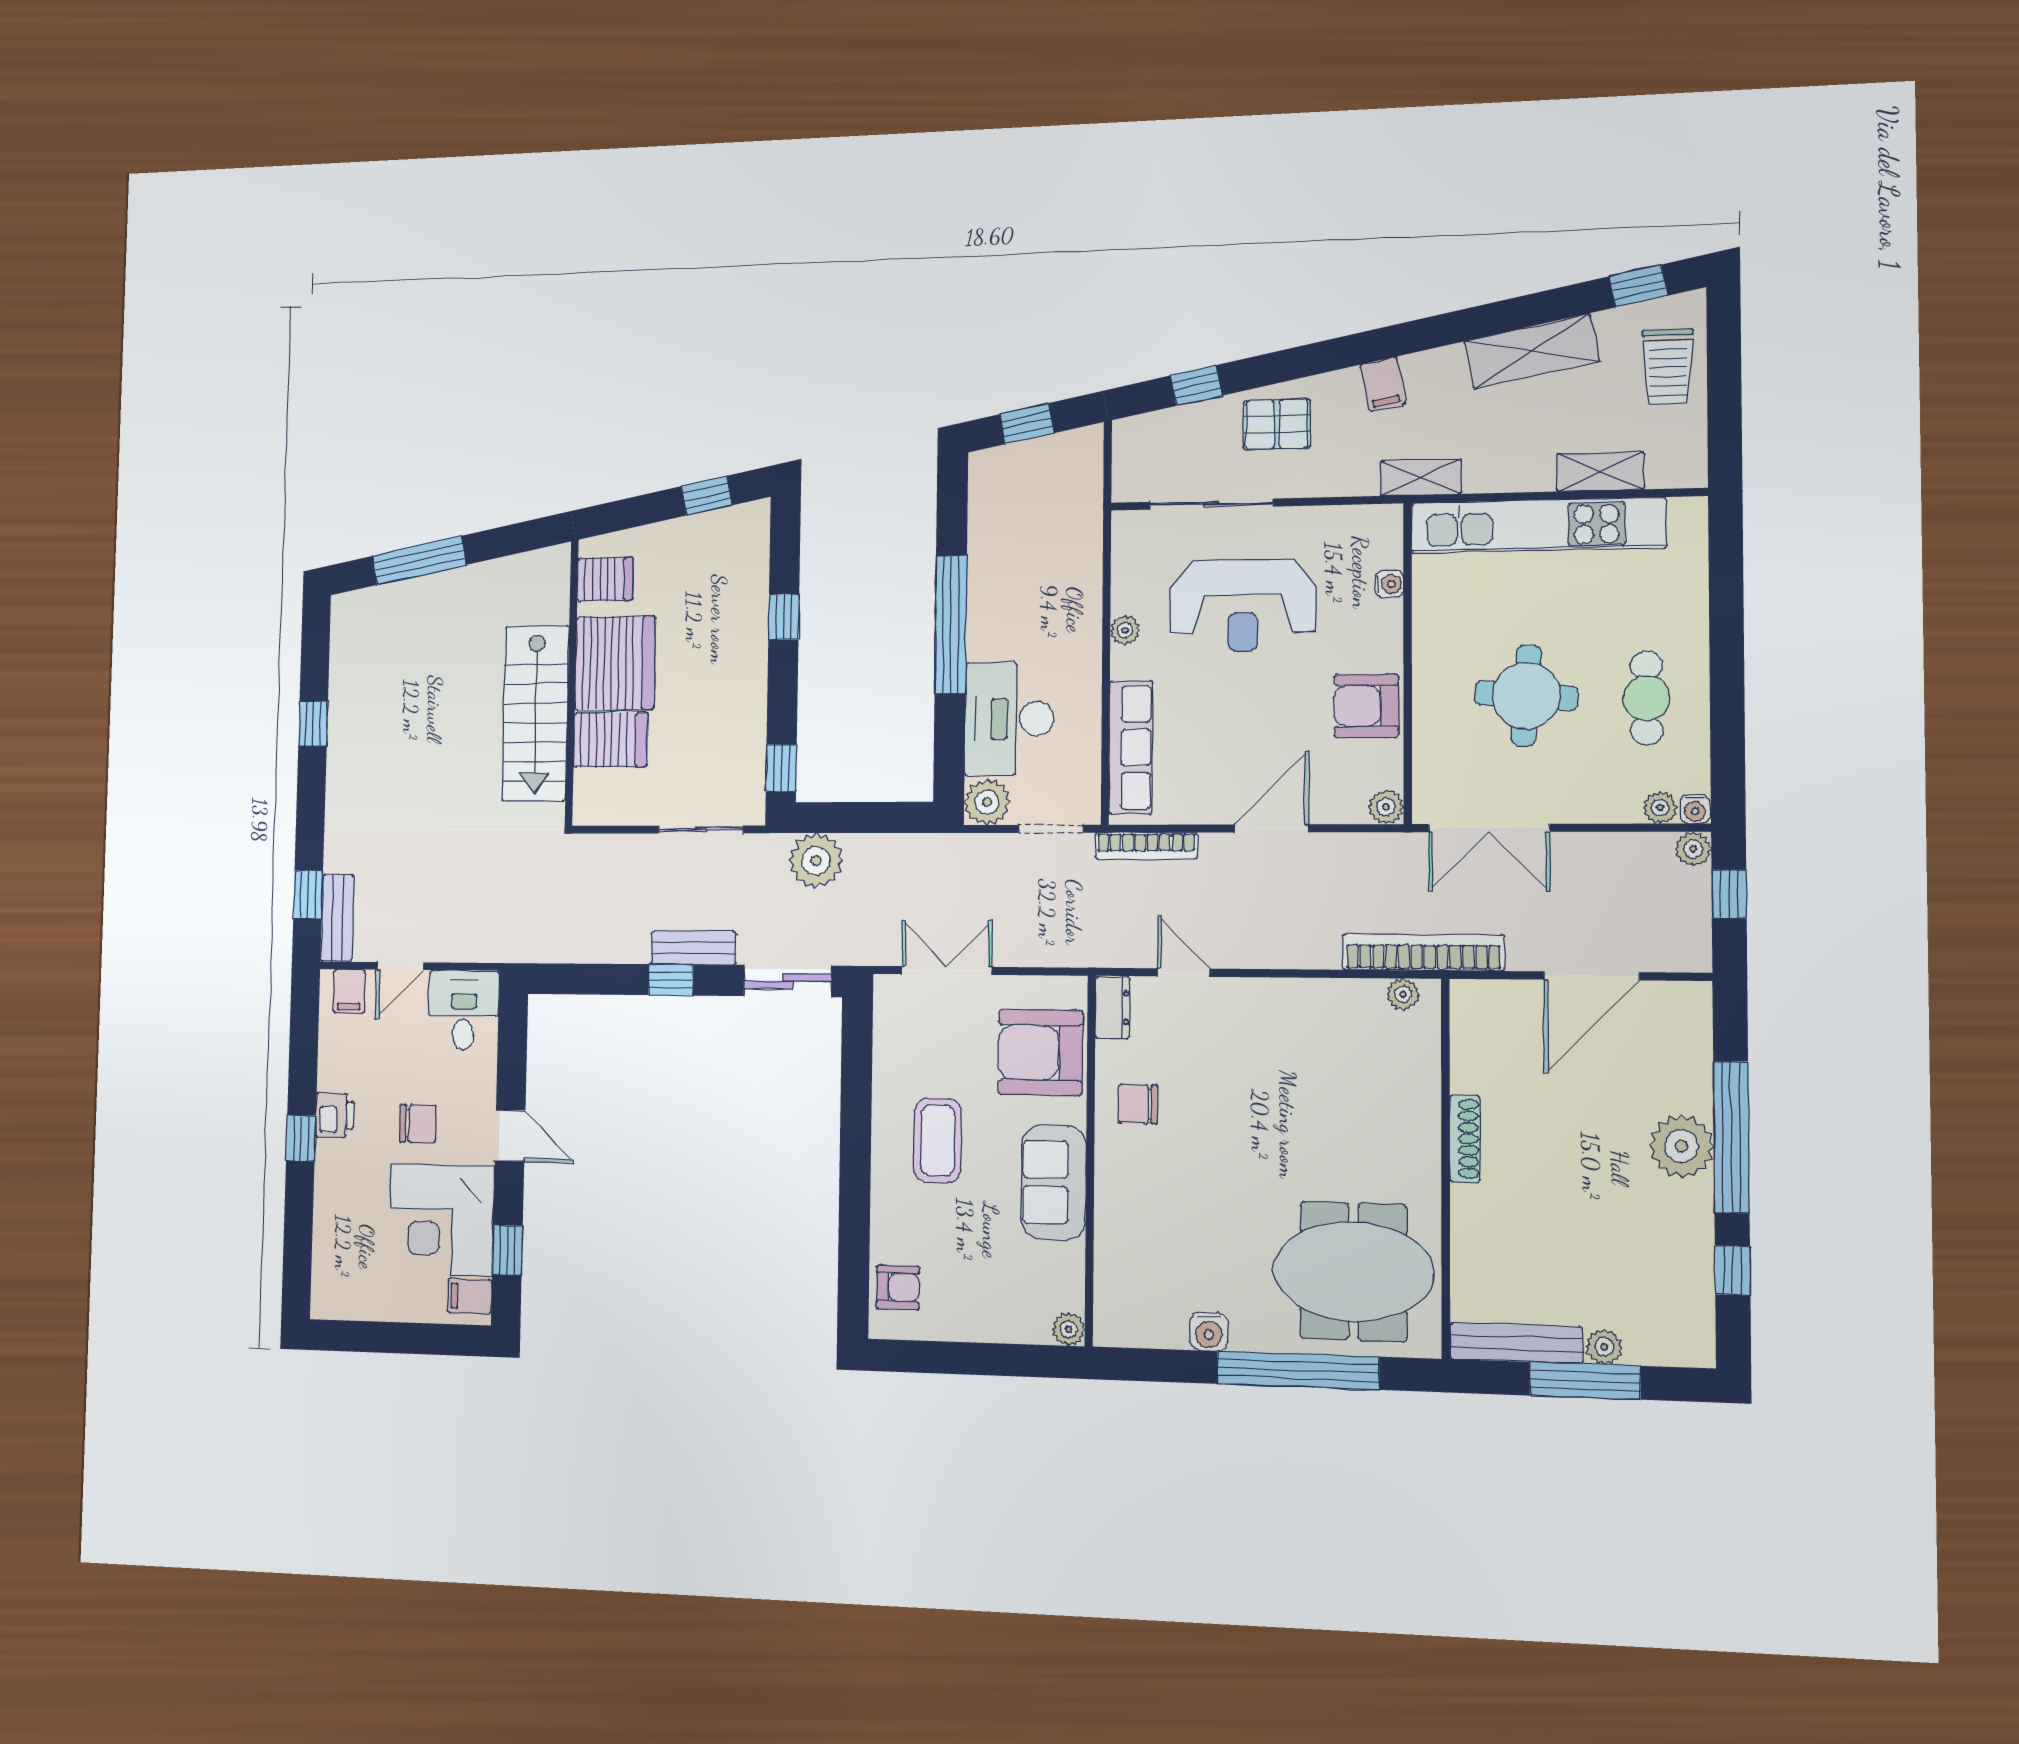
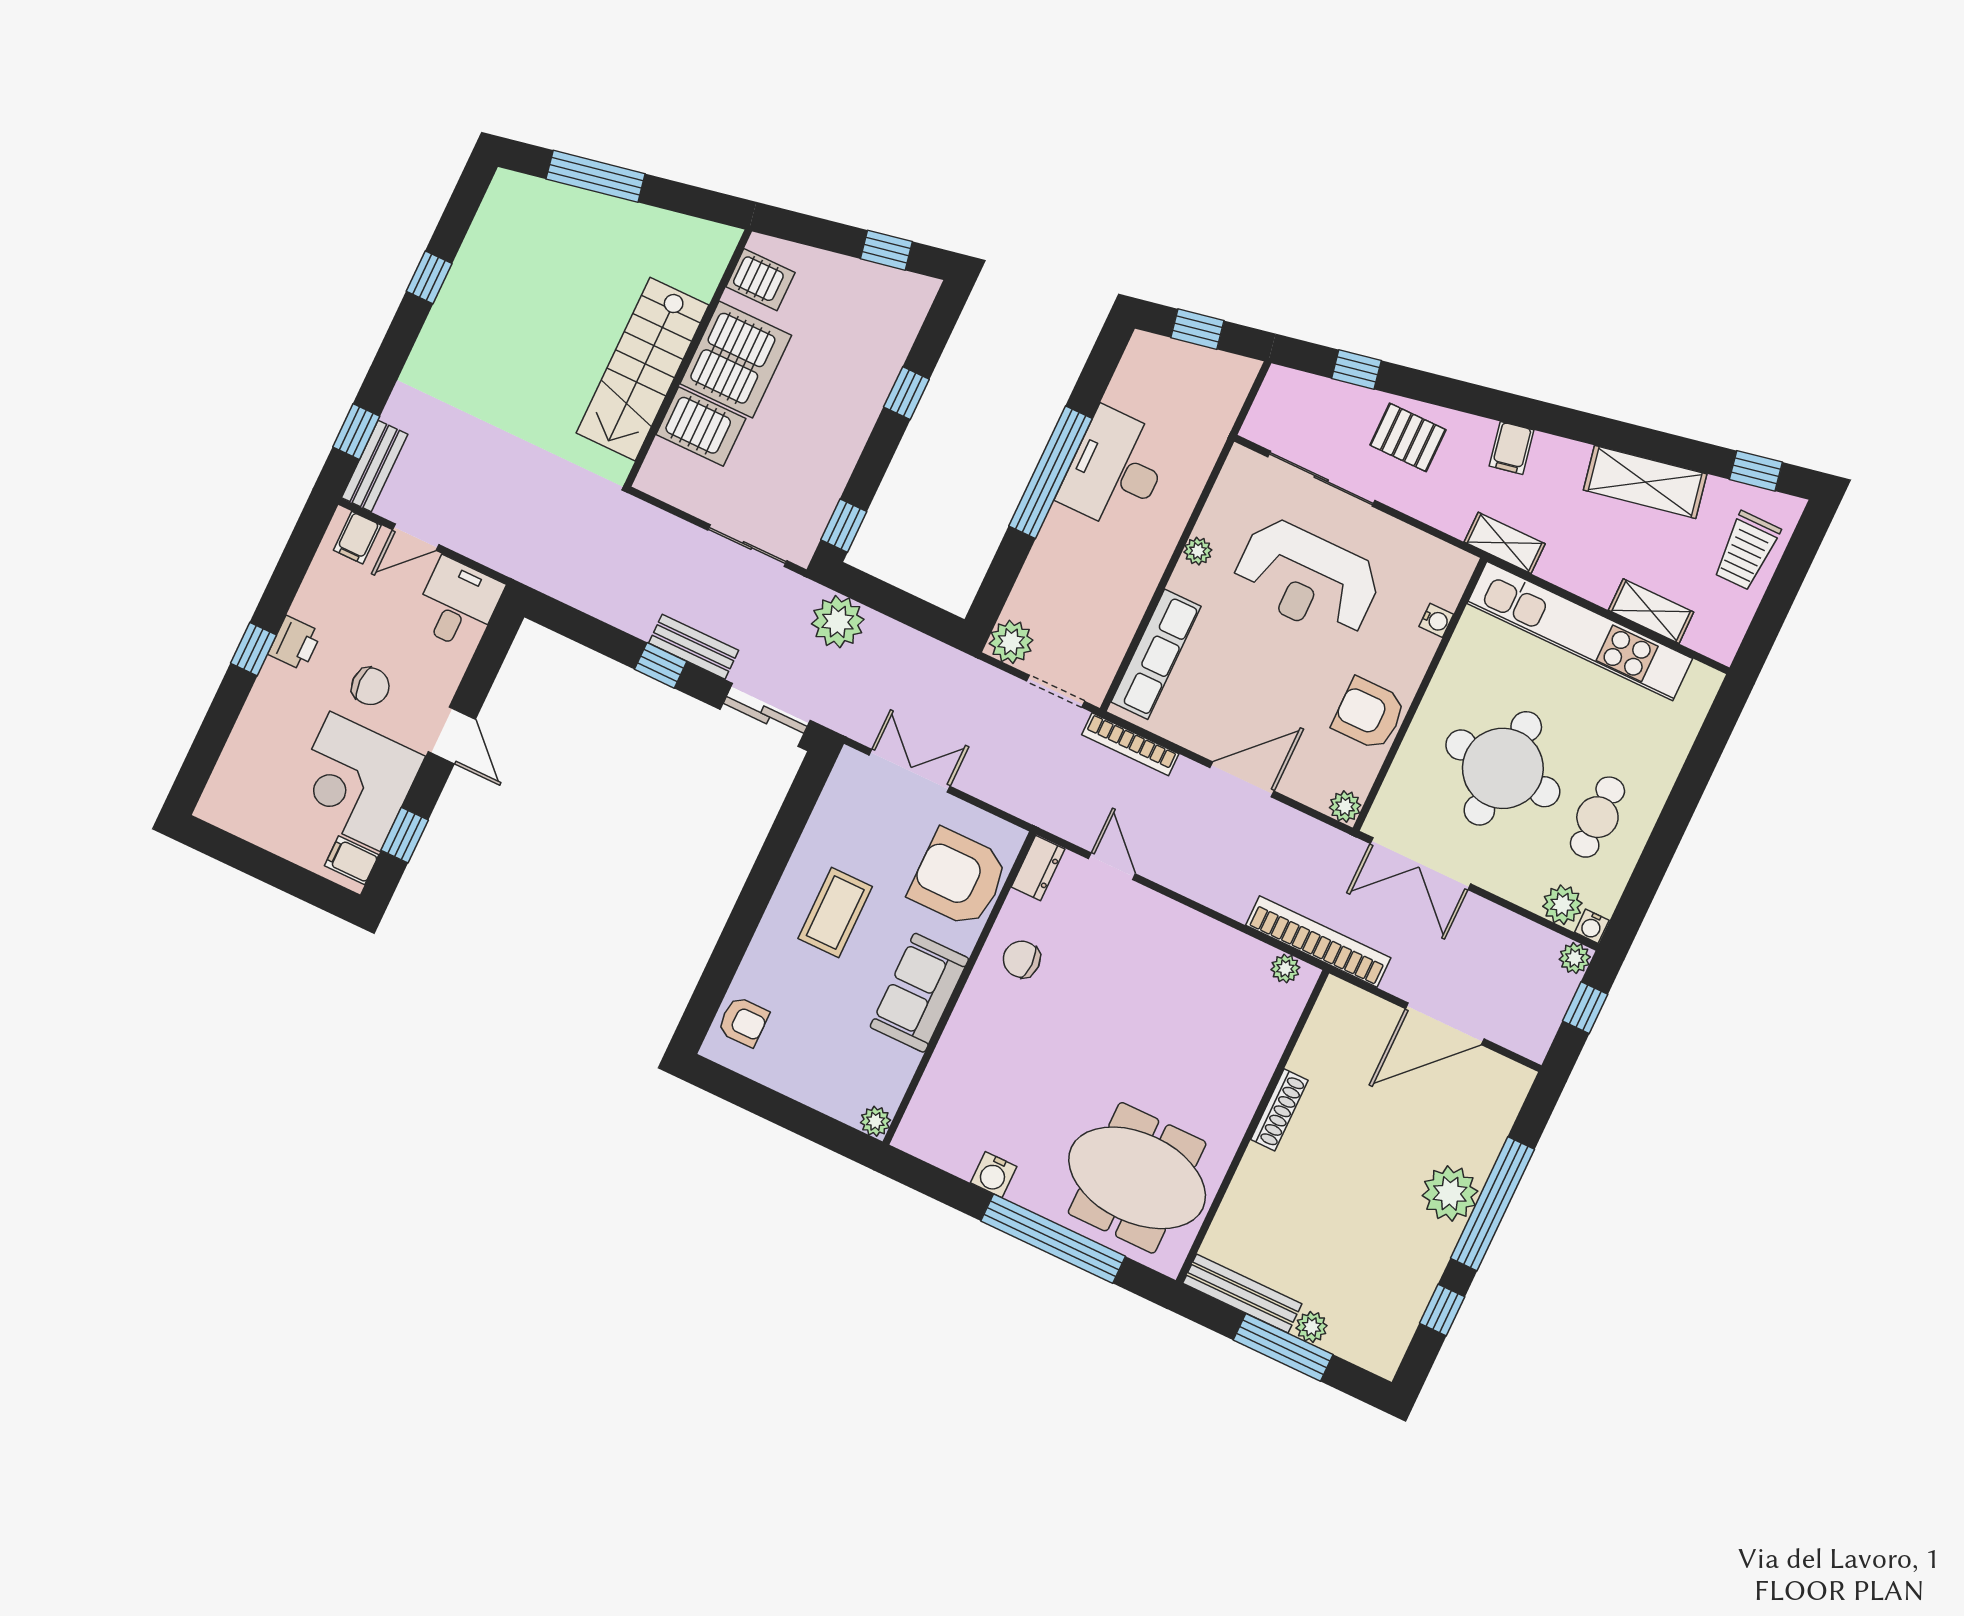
round table: (1526, 696) -> (1503, 768), width x1.36, depth x1.36
desk: (1009, 719) -> (1115, 470), moved
plant: (1660, 808) -> (1562, 905), width x1.38, depth x1.38

